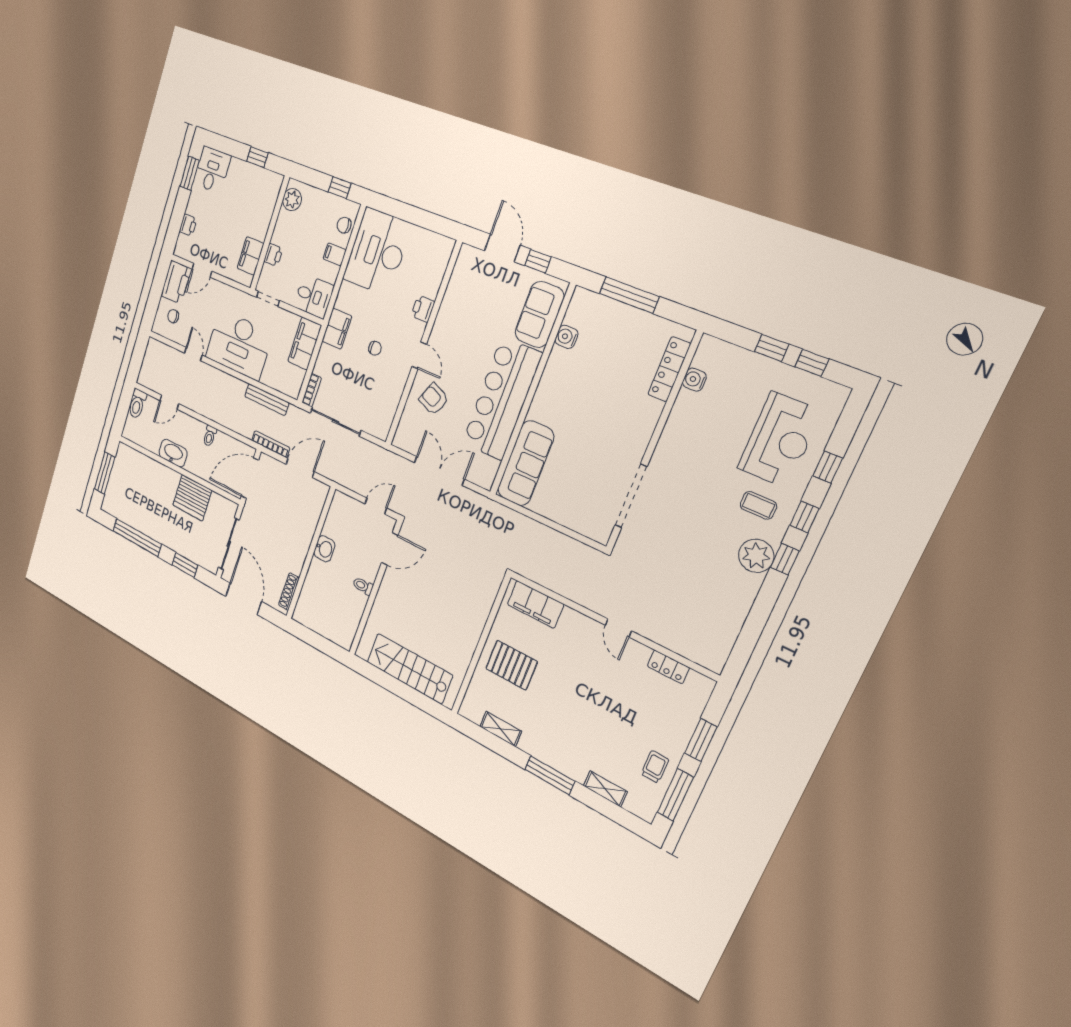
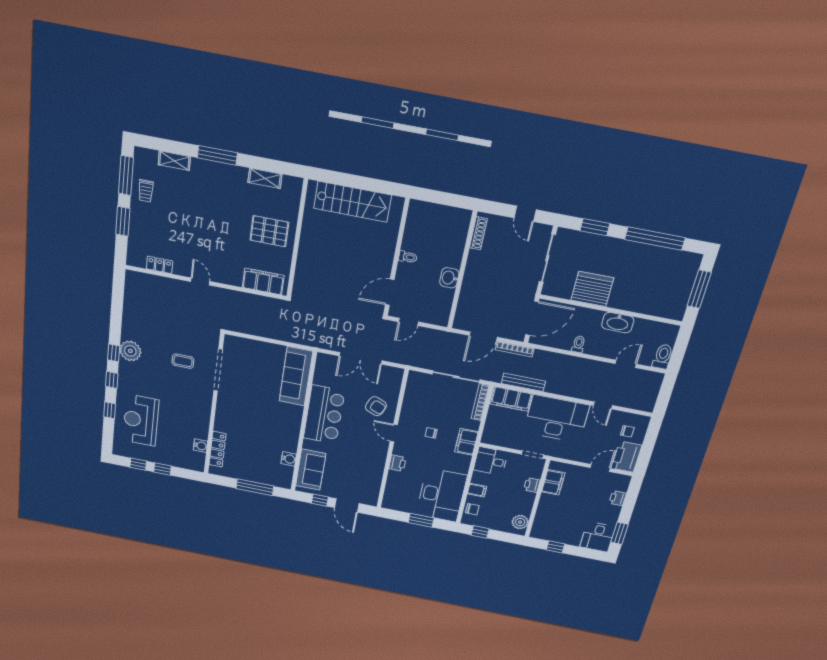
window: (409, 213) -> (421, 520), added
filing cabinet: (305, 344) -> (511, 399), moved, turned 90
bookcase: (312, 390) -> (480, 402), width x1.56
bar counter: (502, 399) -> (324, 415), width x0.73
coffee table: (758, 505) -> (183, 361), moved
door: (244, 599) -> (525, 214), width x0.53

